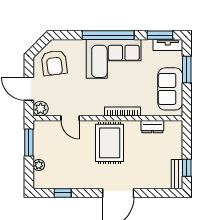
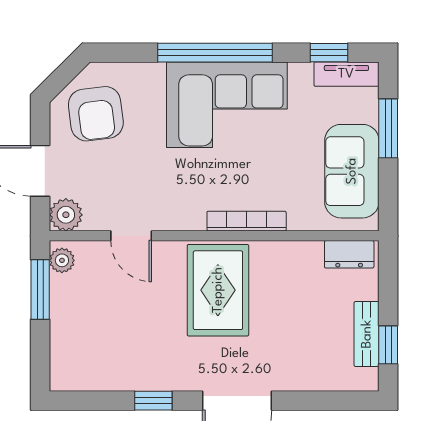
window: (160, 35) -> (329, 53), width x0.67
dresser: (152, 127) -> (349, 254), moved
plant: (39, 165) -> (62, 260), moved
bench: (177, 174) -> (367, 334), moved
window: (63, 193) -> (153, 401), moved

